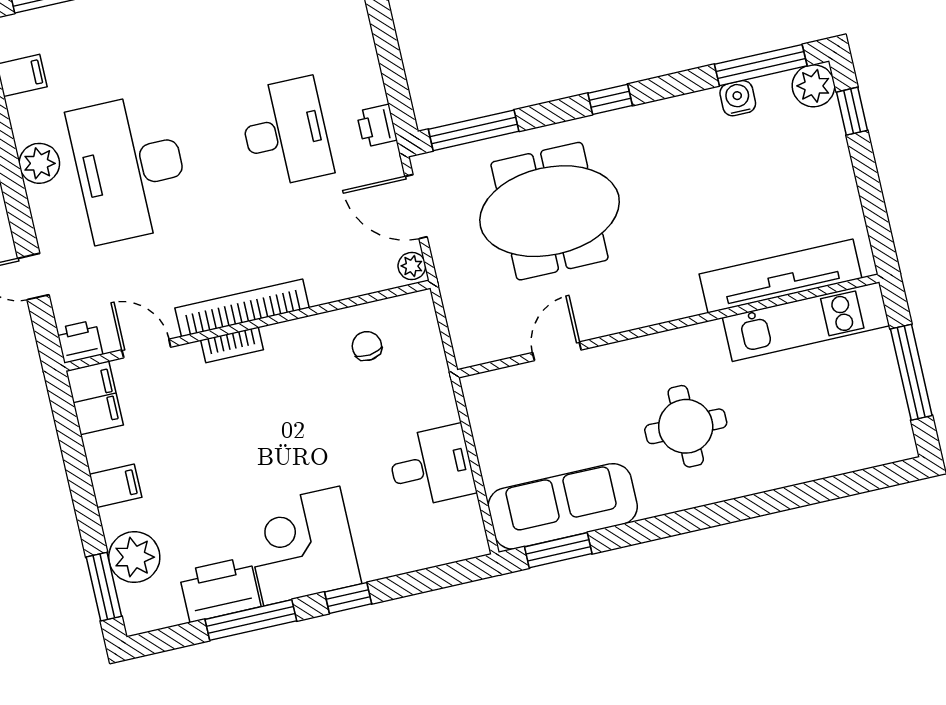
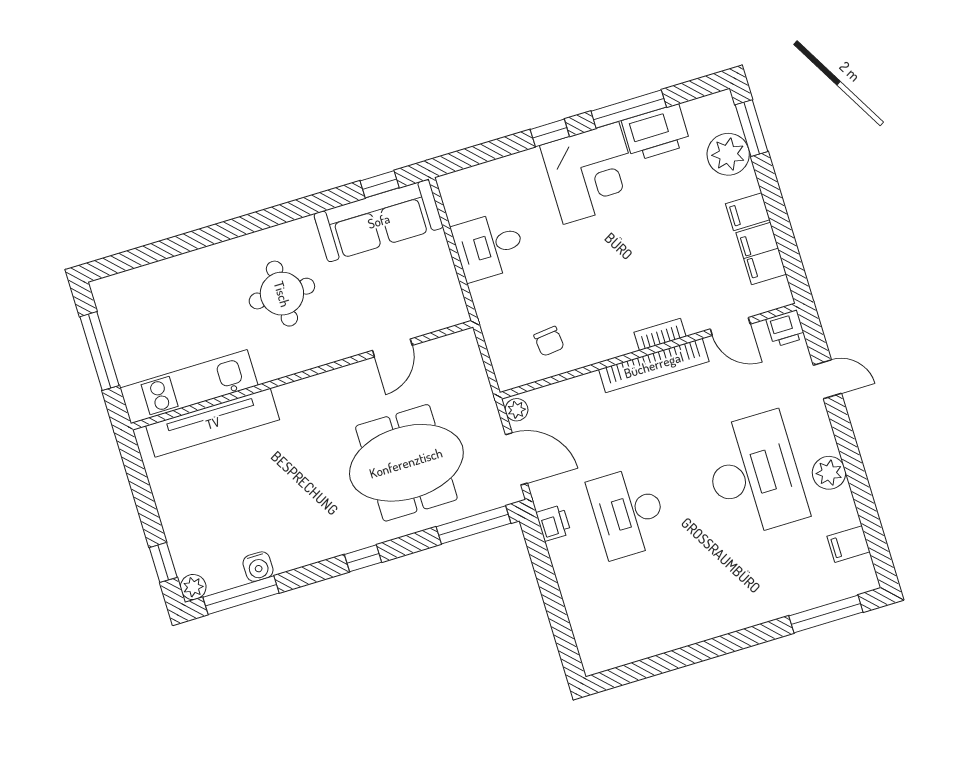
plant: (813, 86) -> (193, 587), width x0.73, depth x0.73
filing cabinet: (95, 398) -> (761, 253), moved
window: (558, 550) -> (380, 184), width x0.67

